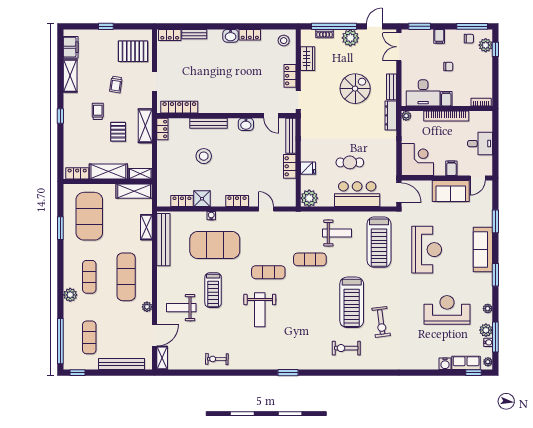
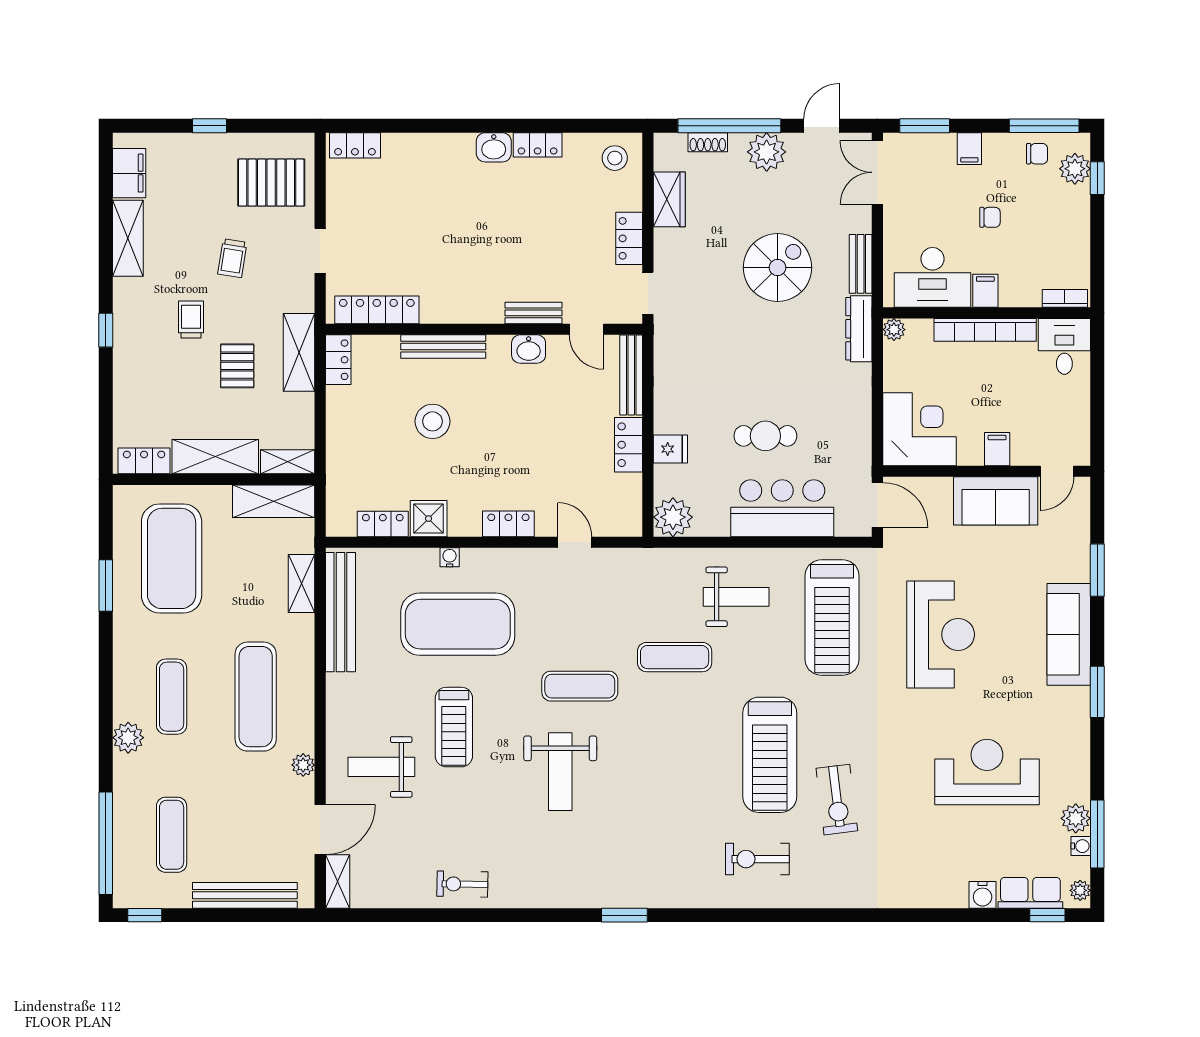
bench: (194, 34) -> (533, 313), moved
desk: (480, 144) -> (1064, 346), moved, turned -90
plant: (488, 309) -> (1080, 769), removed

